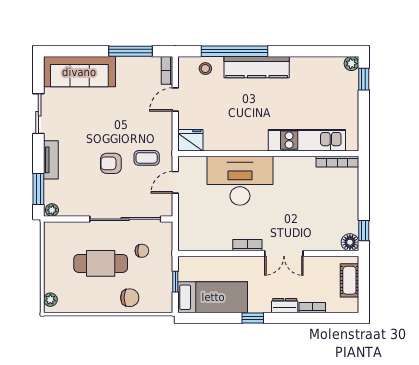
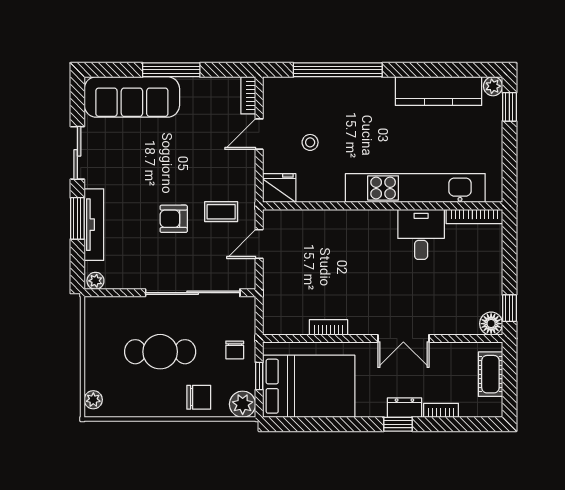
window: (130, 51) -> (171, 70), moved
kitchen counter: (257, 67) -> (438, 91), moved
stool: (205, 69) -> (310, 142), moved
kitchen unit: (307, 140) -> (415, 188), width x1.36
tv unit: (51, 160) -> (94, 225), width x1.41
desk: (240, 181) -> (421, 234), moved, width x0.53, depth x0.77
window: (38, 189) -> (77, 218), moved
bookcase: (247, 245) -> (329, 327), moved
chair: (142, 251) -> (235, 350), moved, turned 90
bed: (213, 297) -> (309, 386), width x1.50
plant: (163, 303) -> (243, 404), added
window: (253, 318) -> (398, 424), moved

